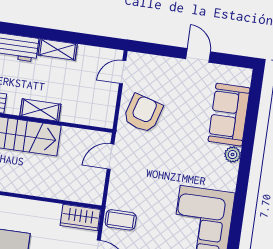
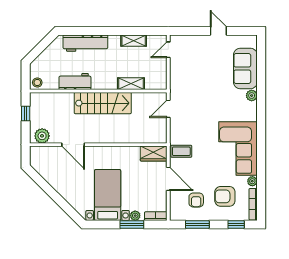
shelving: (58, 49) -> (134, 41), moved
shelving: (40, 110) -> (131, 84), moved
armchair: (143, 113) -> (186, 76), removed

